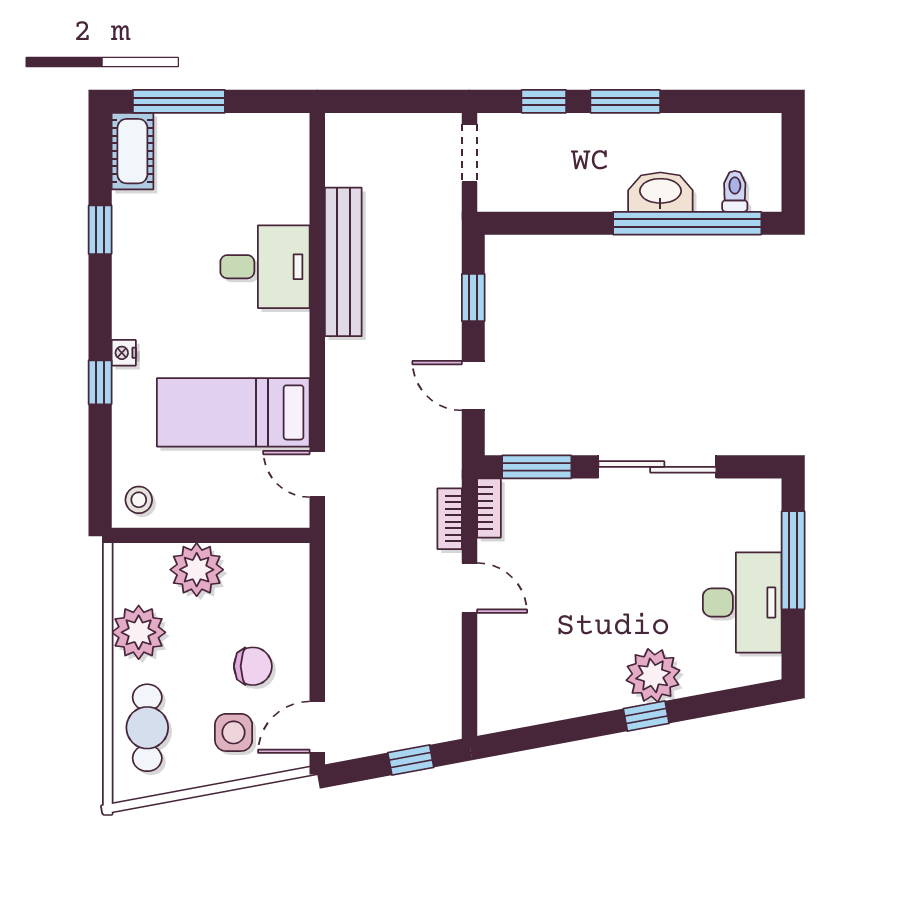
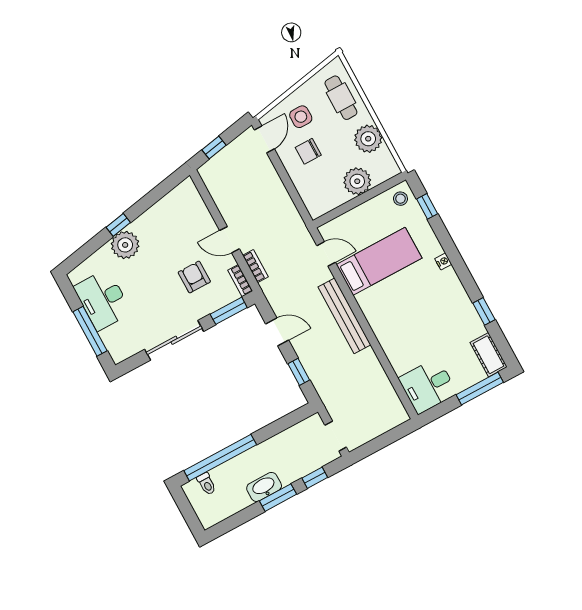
washbasin: (660, 192) -> (264, 487), moved, turned 180
bench: (343, 262) -> (344, 316), moved
desk: (265, 267) -> (428, 386), moved
window: (100, 382) -> (427, 206), moved
armchair: (564, 557) -> (194, 277), added

